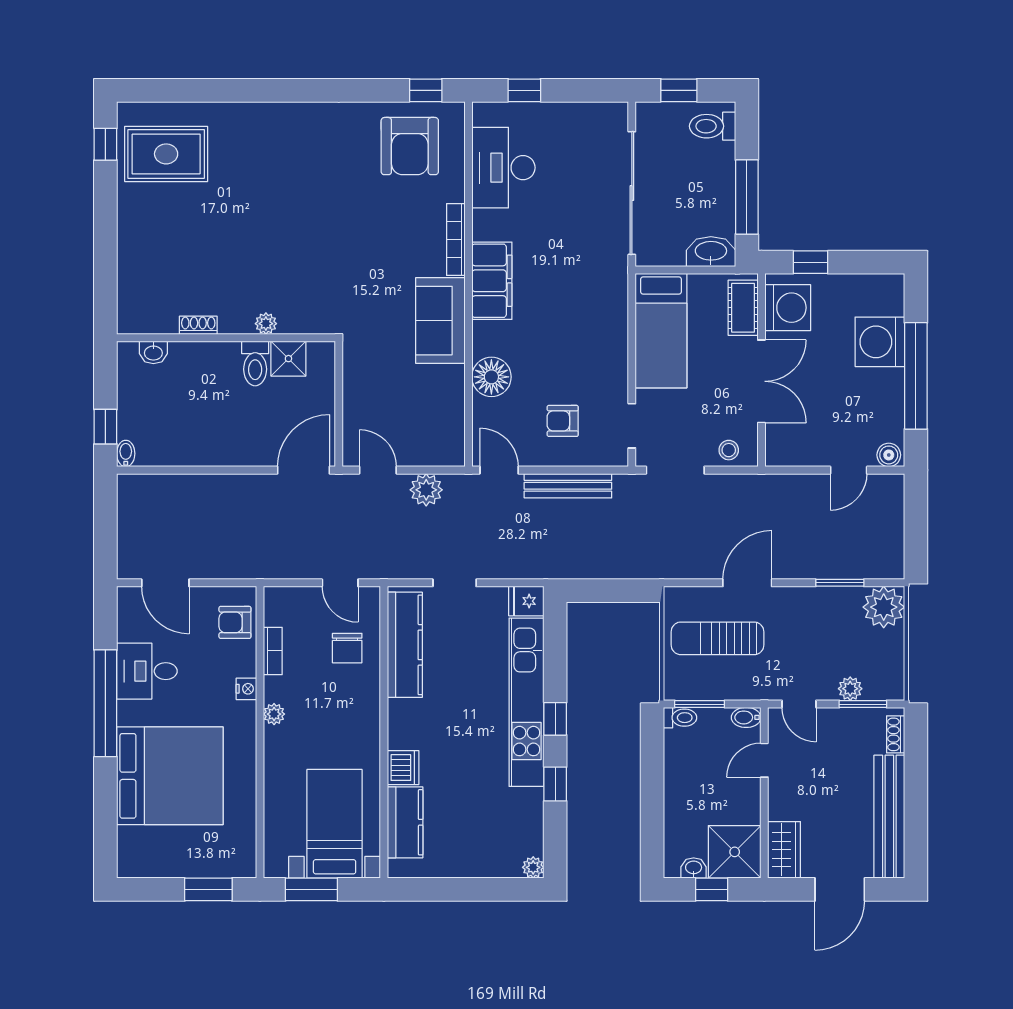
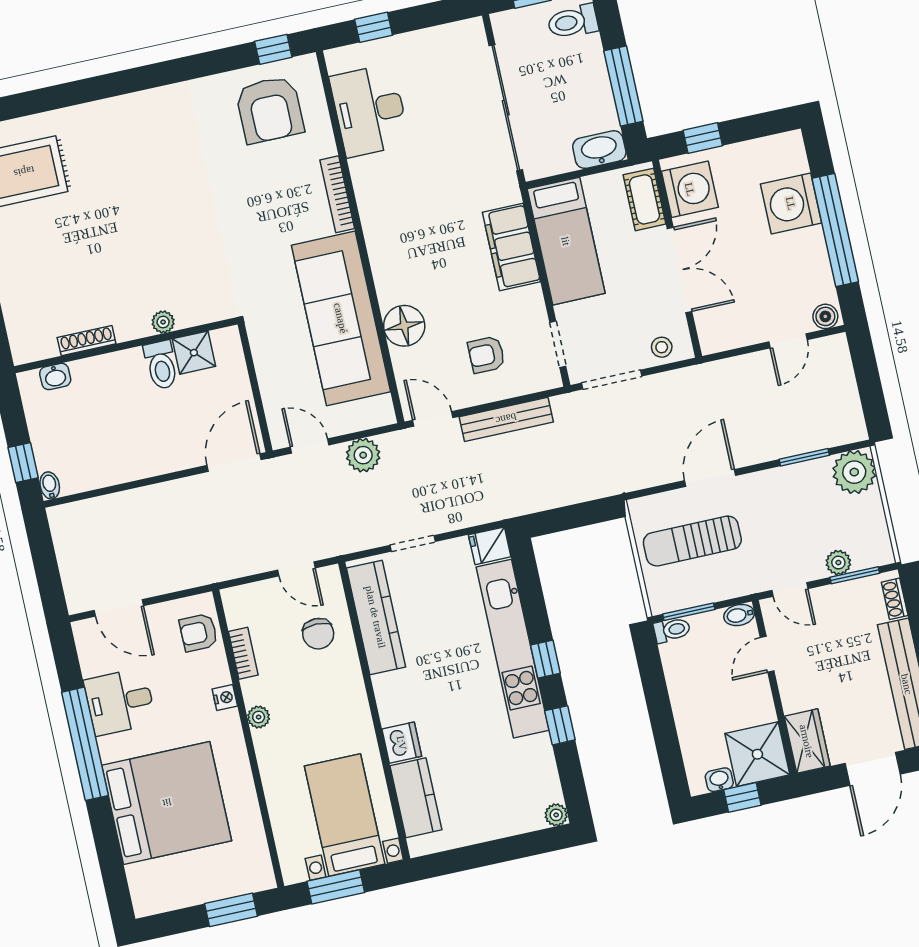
filing cabinet: (492, 281) -> (511, 247), moved, turned 180
sofa: (440, 321) -> (341, 318), width x1.85, depth x1.27
shoe rack: (198, 325) -> (87, 341), width x1.43

